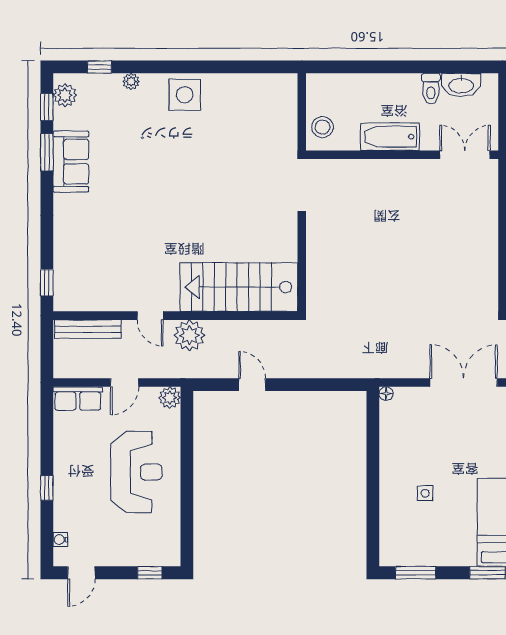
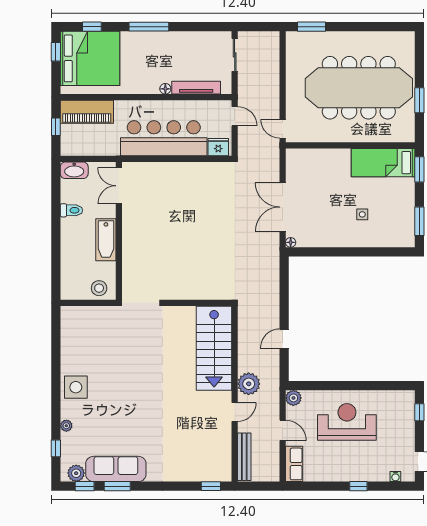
washbasin: (461, 85) -> (74, 170), moved, turned 90
sofa: (71, 162) -> (116, 469), width x1.36
double door: (464, 383) -> (283, 207), moved

